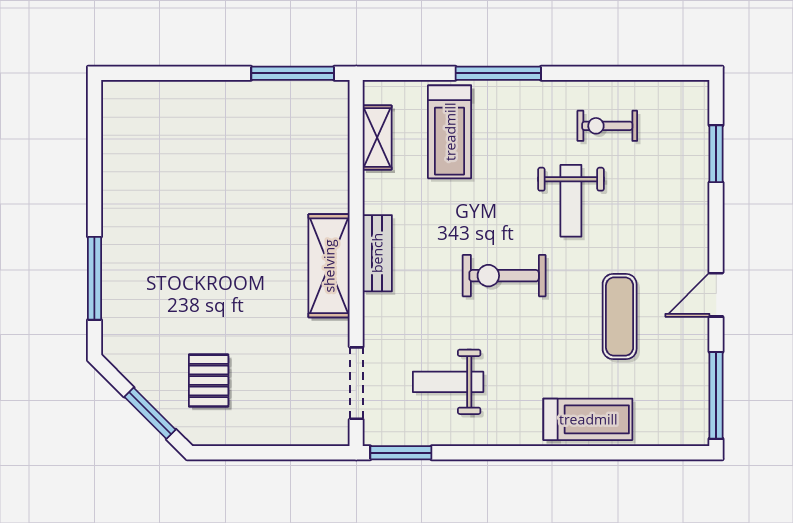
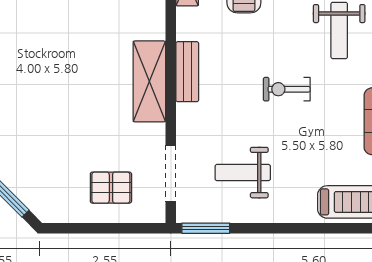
exercise bike: (504, 276) -> (287, 89), width x0.73, depth x0.72
pallet: (209, 381) -> (111, 188), moved, turned 90

